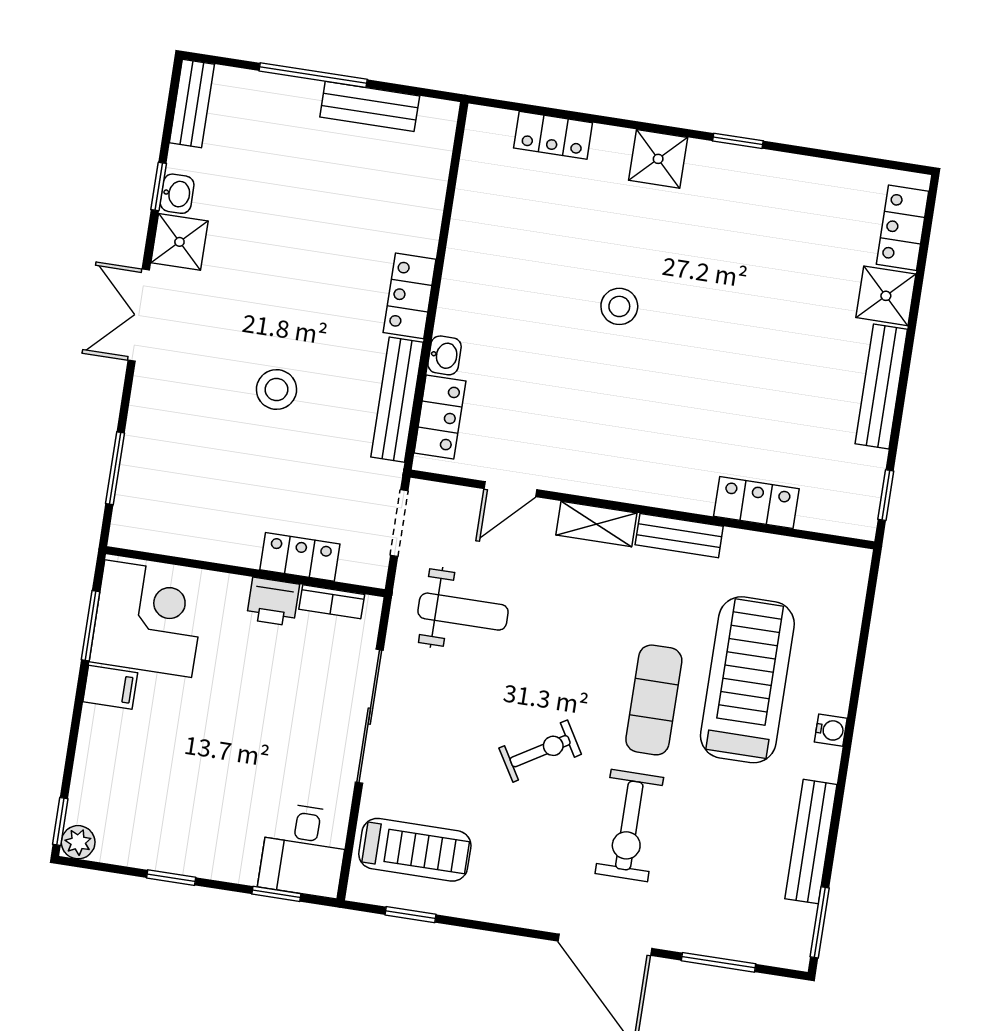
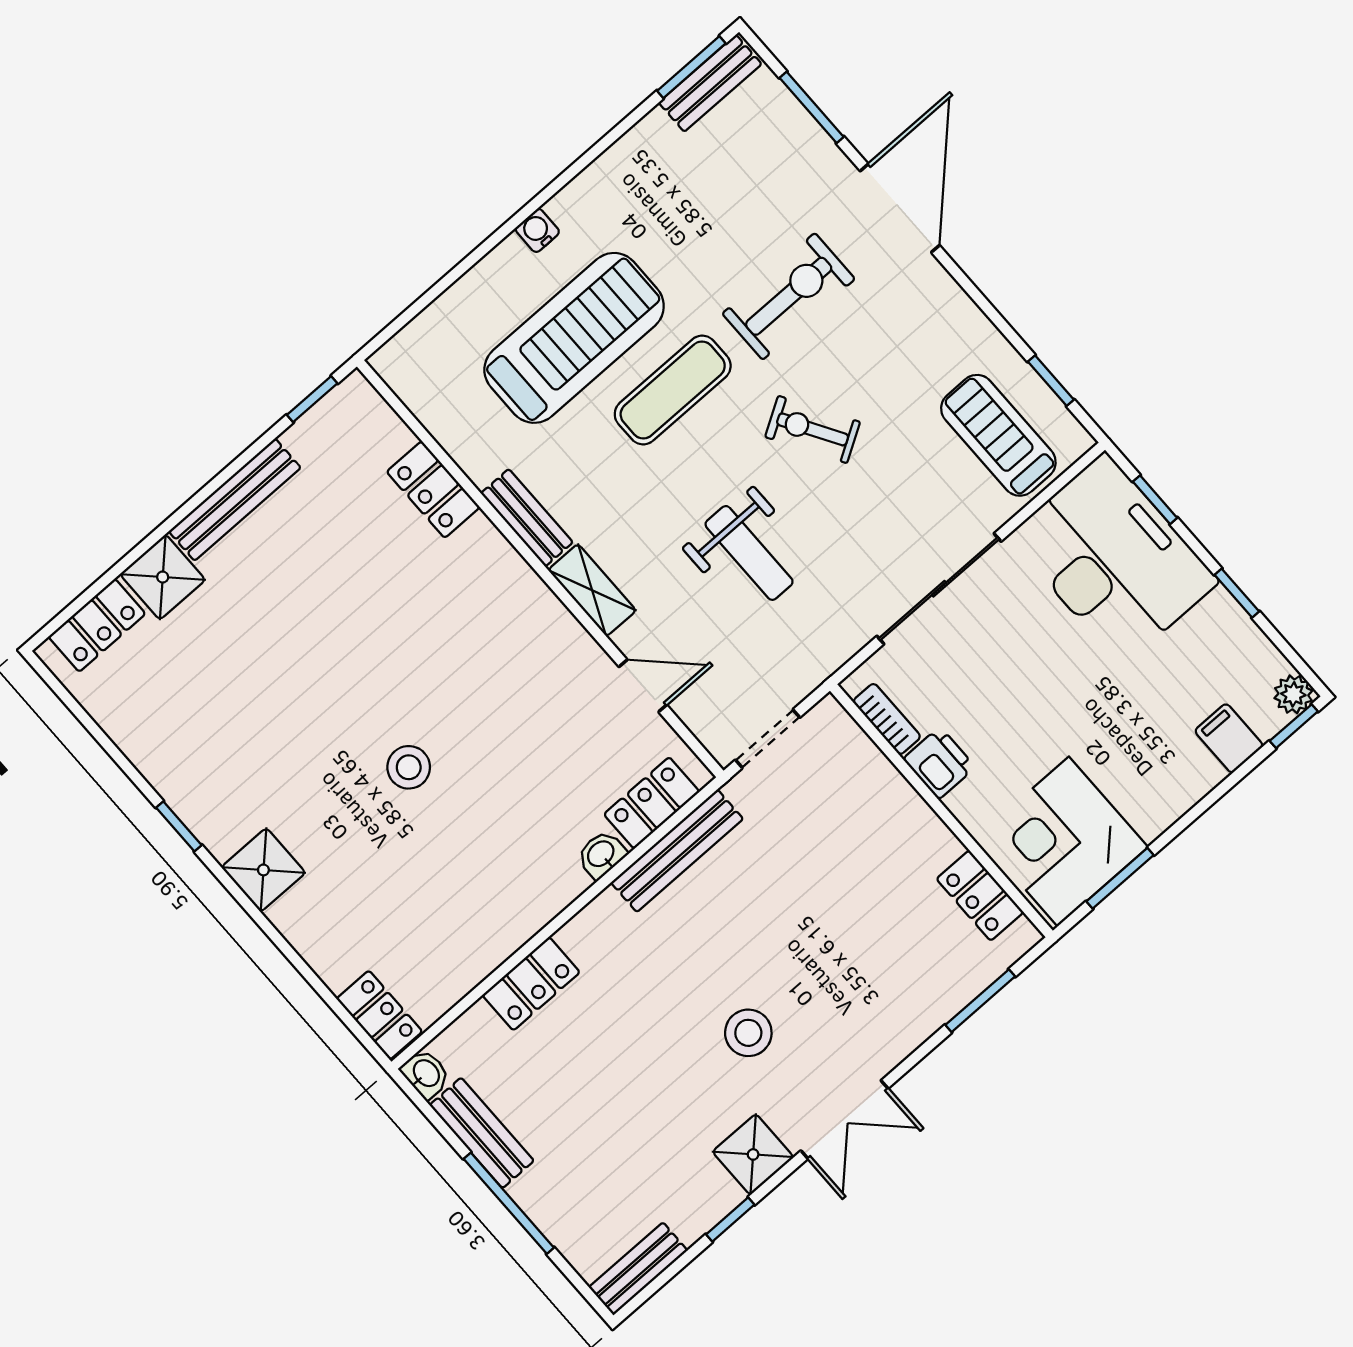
locker: (553, 135) -> (379, 1015), moved
washbasin: (177, 194) -> (426, 1074), moved, turned 90
locker: (410, 296) -> (531, 984), moved
stool: (276, 389) -> (748, 1033), moved
locker: (300, 557) -> (980, 895), moved
weight bench: (463, 612) -> (749, 553), moved, turned 180
treadmill: (747, 680) -> (574, 338), turned 180
filing cabinet: (110, 687) -> (1229, 738), moved
bench: (811, 842) -> (710, 83), moved, width x0.73
desk: (304, 850) -> (1113, 559), width x1.87, depth x1.30

